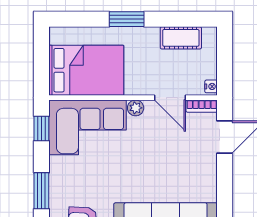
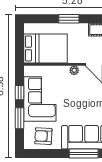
corner sofa: (88, 127) -> (40, 99), moved, turned -90
window: (41, 128) -> (20, 93), moved

